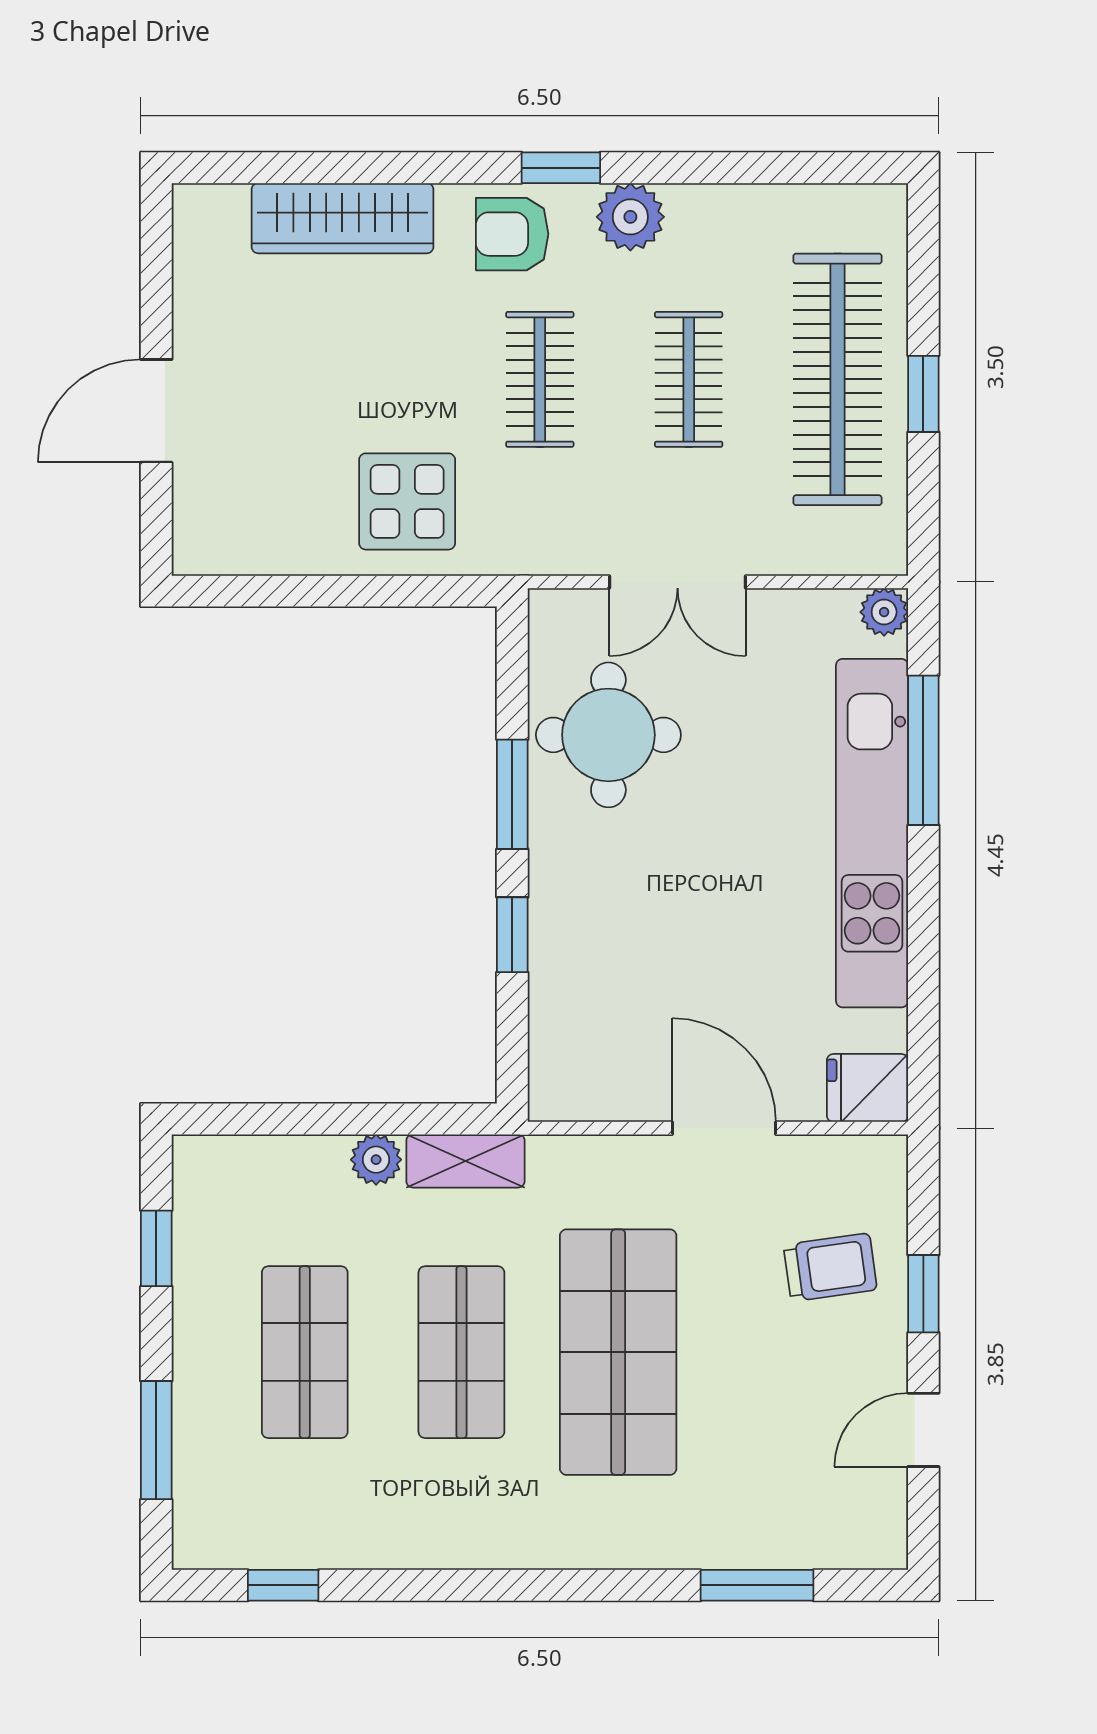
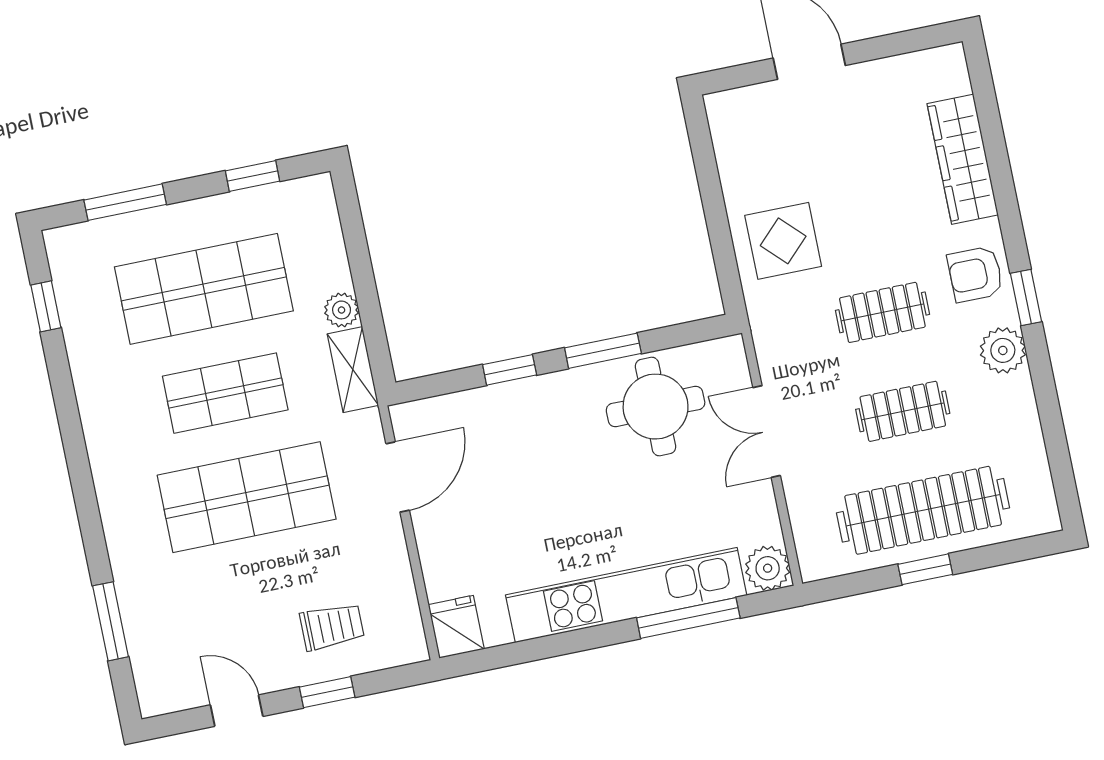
armchair: (512, 234) -> (975, 274), turned -90
plant: (884, 612) -> (768, 568), width x1.38, depth x1.38
door: (724, 1128) -> (398, 477), moved
trolley: (830, 1267) -> (332, 627), turned -82
shop shelf: (305, 1352) -> (204, 289), width x1.43, depth x1.36

